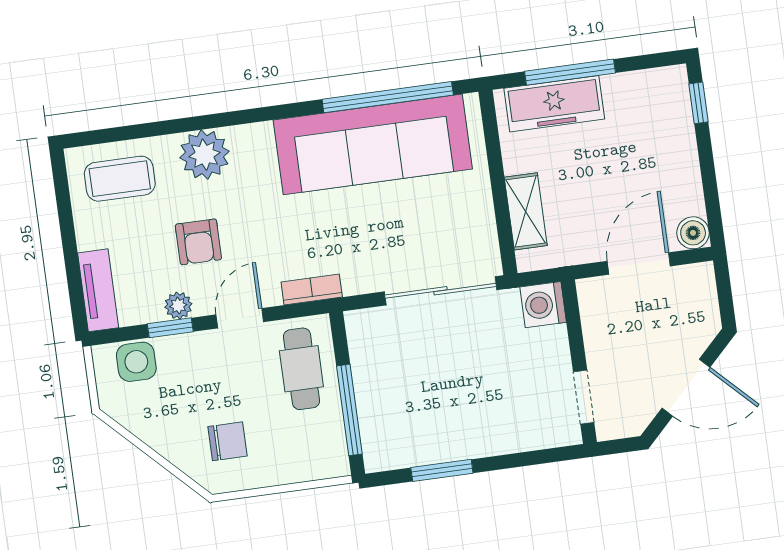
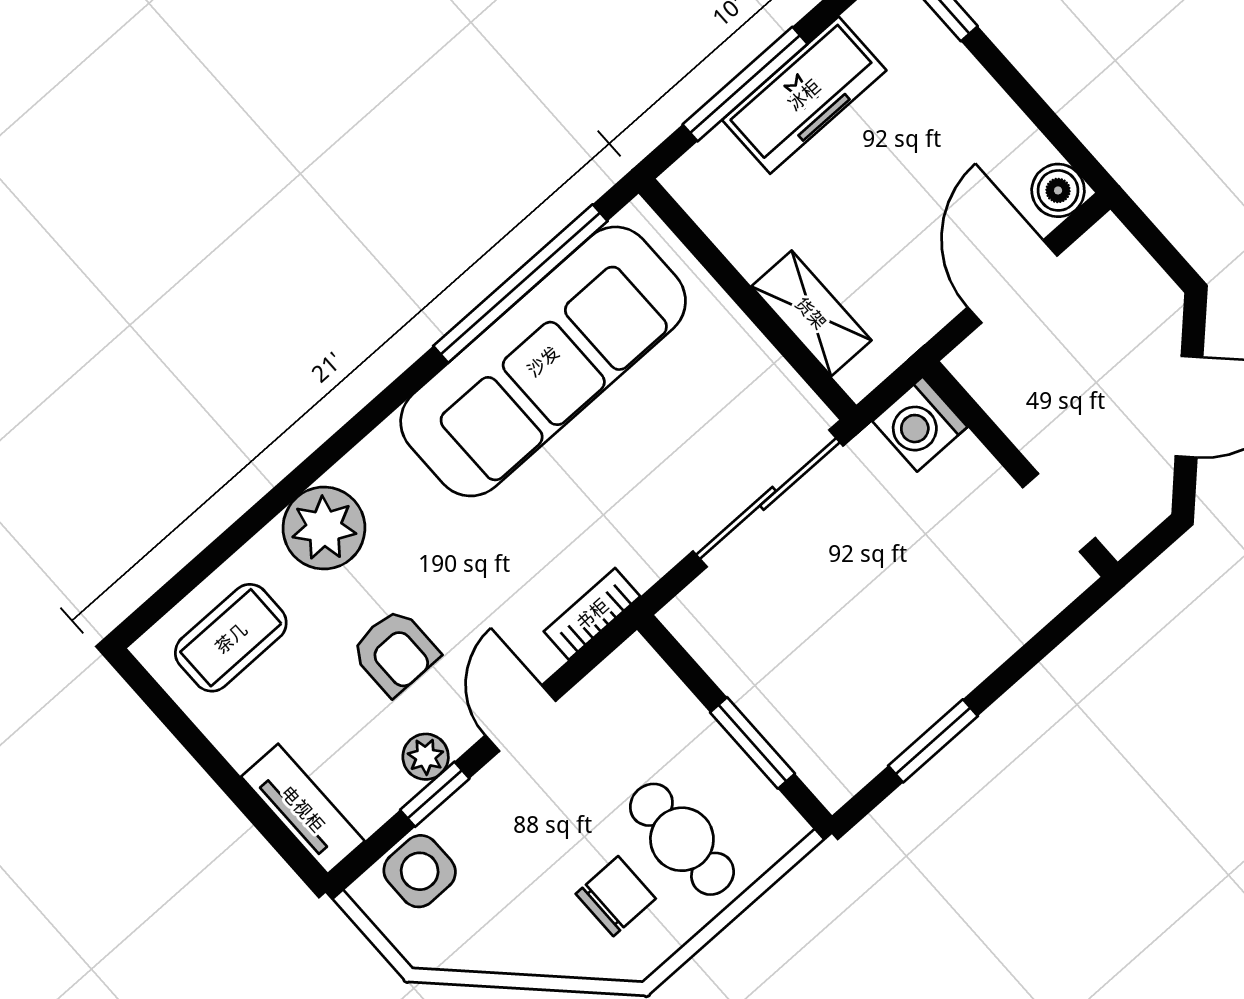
freezer: (554, 104) -> (804, 95), moved
cafe table: (301, 369) -> (682, 839), moved
window: (349, 410) -> (752, 743), width x0.69

